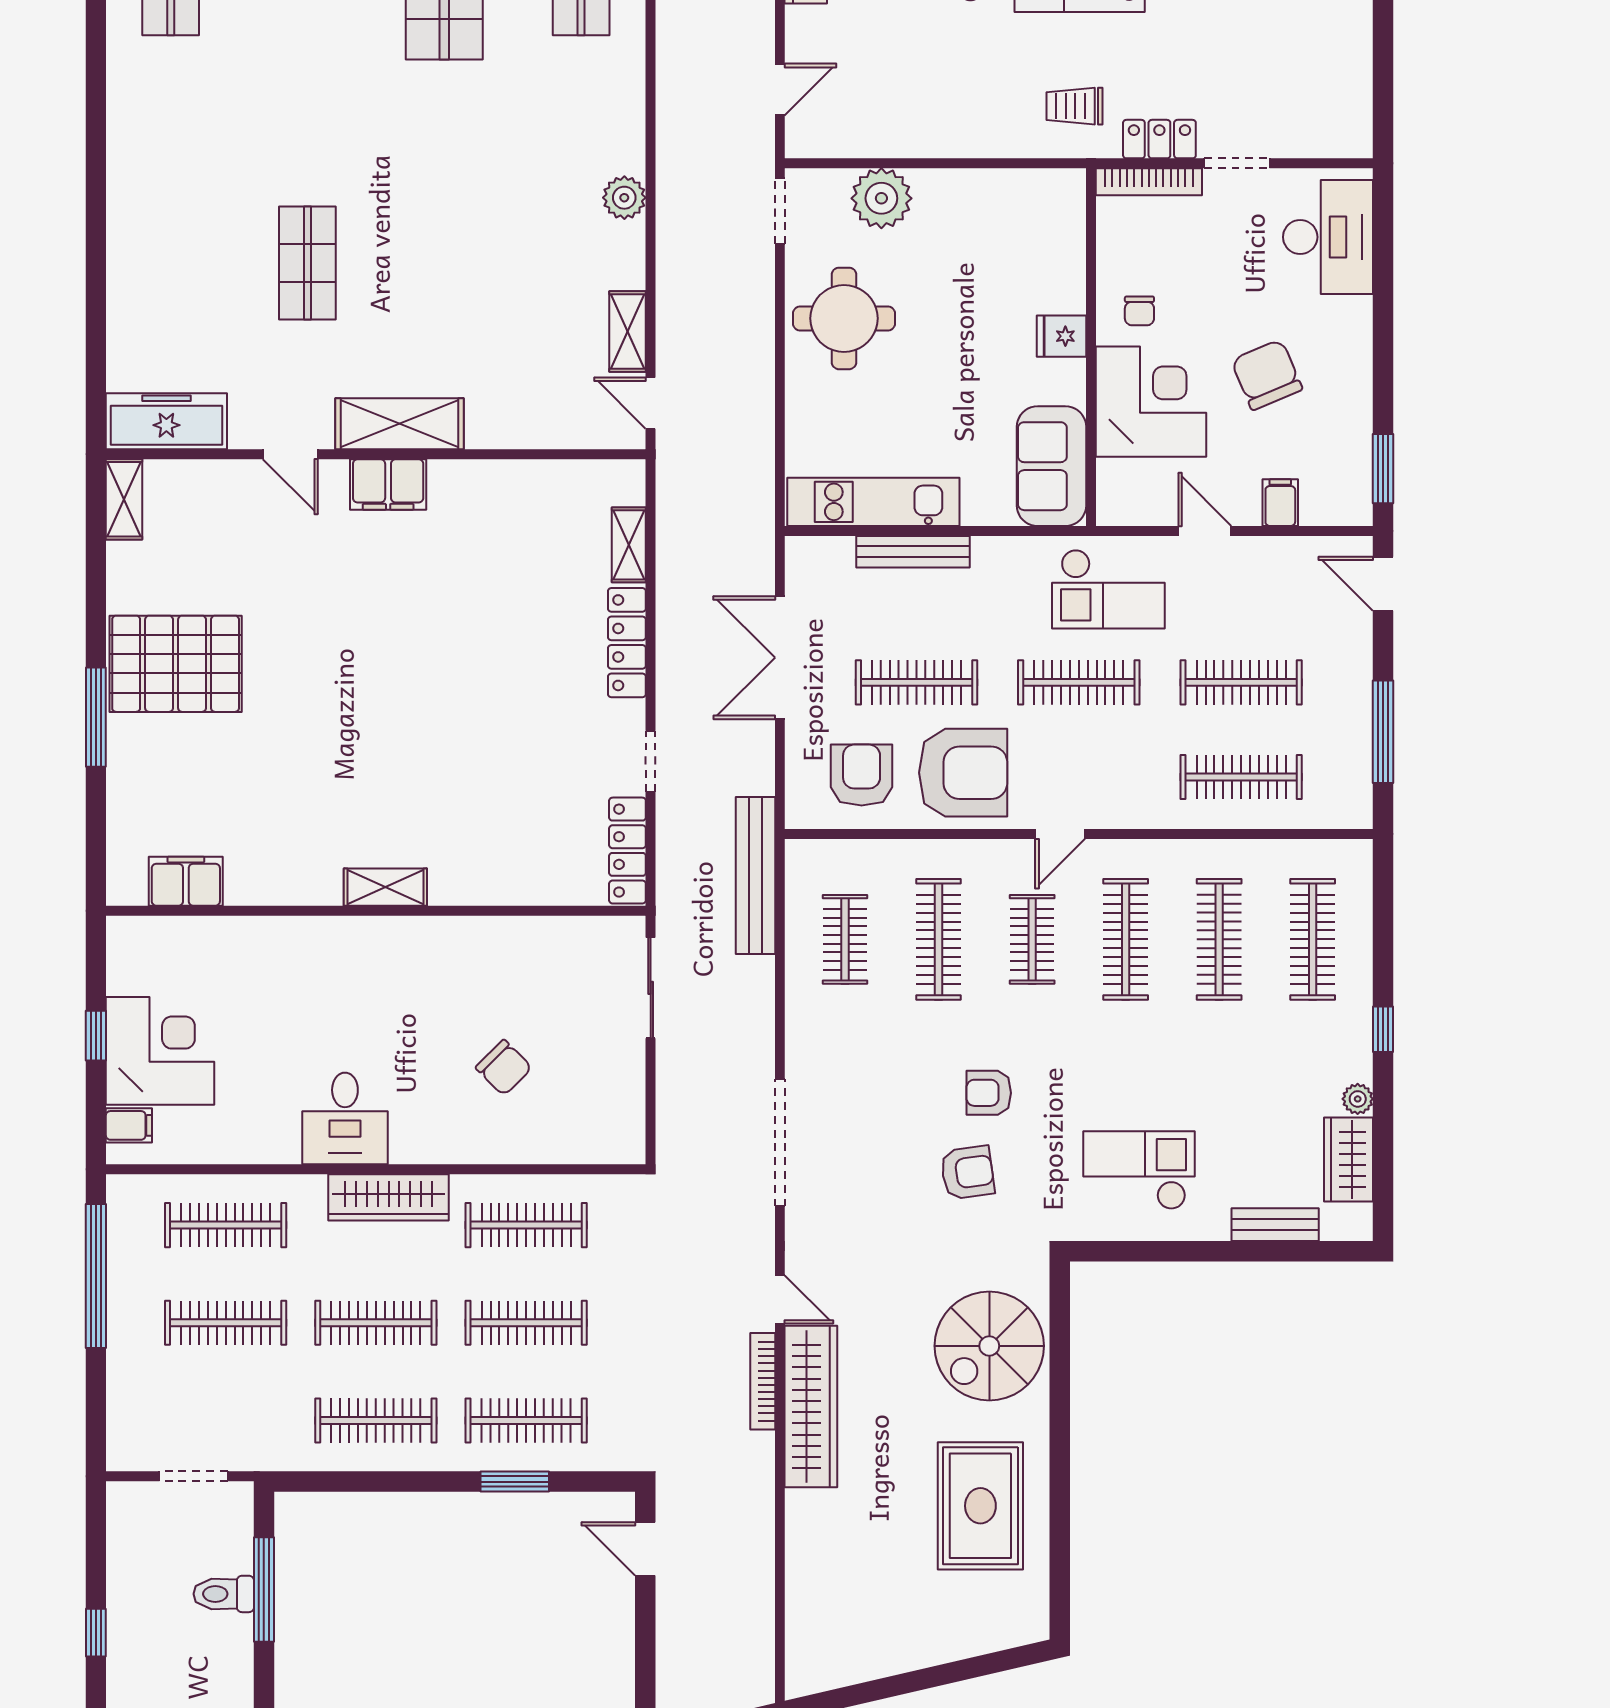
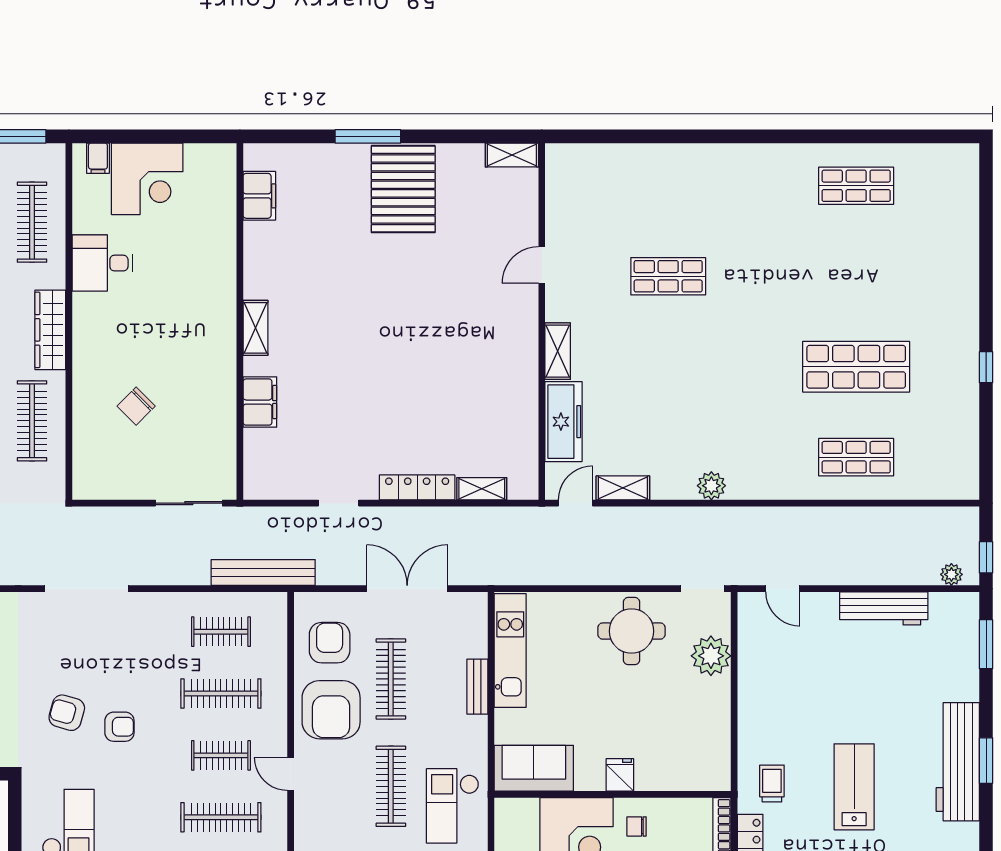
freezer: (166, 421) -> (564, 422), moved
shelving: (399, 424) -> (558, 351), width x0.67, depth x0.75
filing cabinet: (388, 484) -> (260, 402), moved, turned 180
bench: (913, 552) -> (477, 687), width x0.73
armchair: (862, 775) -> (330, 643), turned -90
locker: (627, 851) -> (280, 488), removed
window: (96, 1036) -> (157, 136), removed
armchair: (989, 1093) -> (119, 727), turned 90
desk: (345, 1118) -> (102, 263), moved
armchair: (967, 1173) -> (67, 713), turned 114

